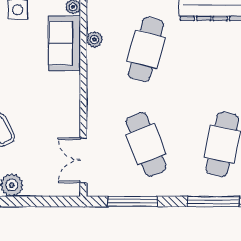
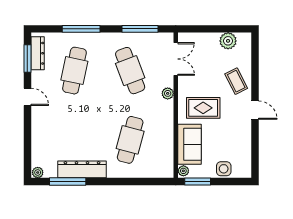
plant: (94, 40) -> (168, 93), moved
rug: (46, 93) -> (203, 108), added

